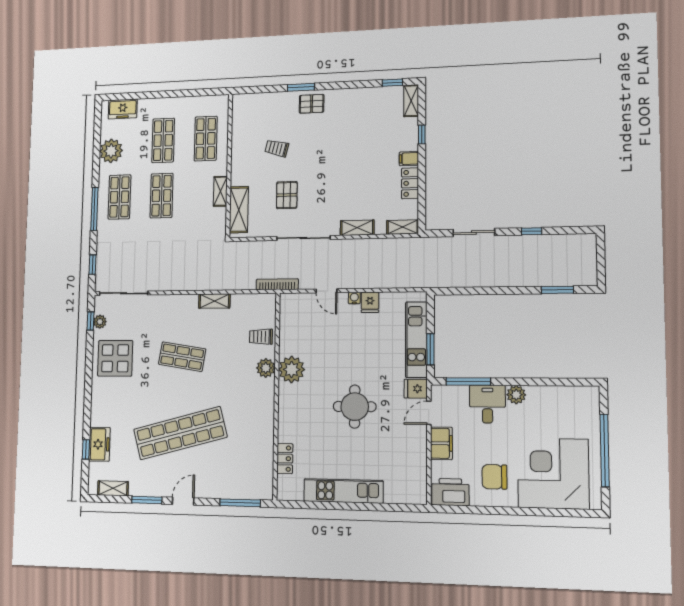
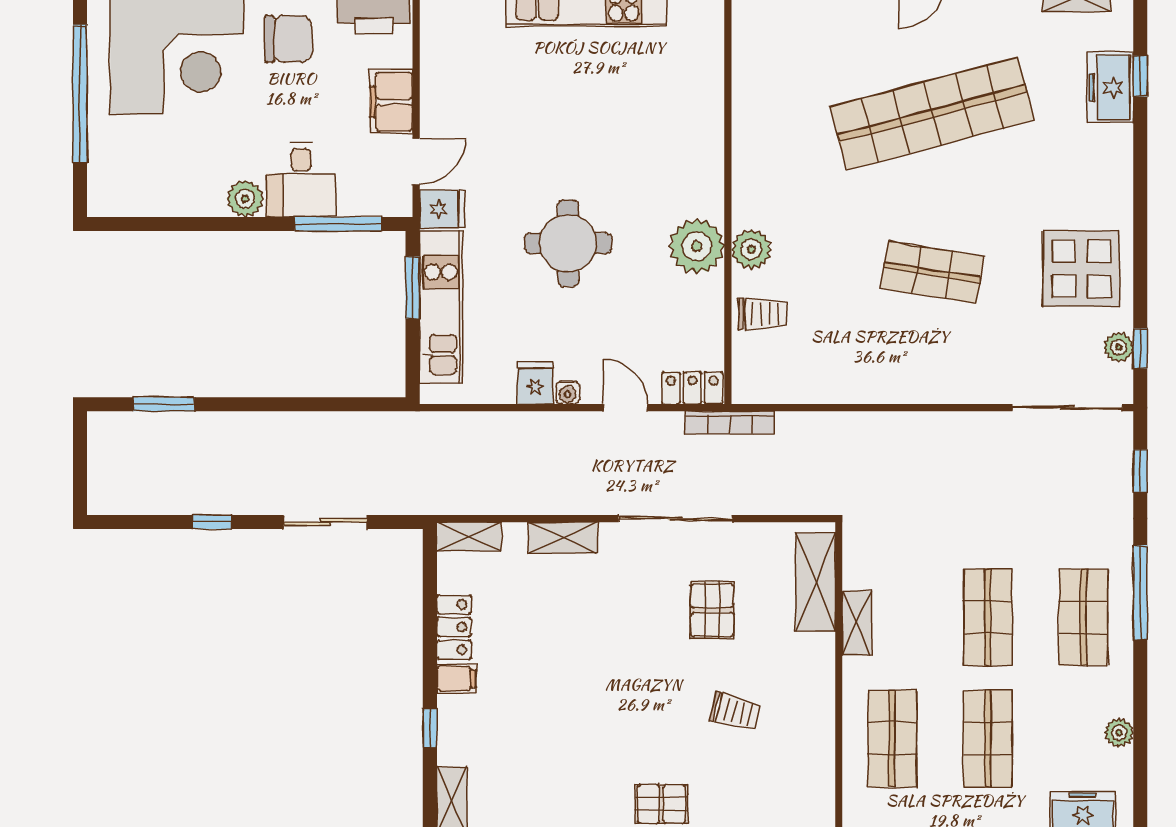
plant: (111, 151) -> (1119, 733), width x0.53, depth x0.53
shelving: (214, 301) -> (864, 389), removed
round table: (355, 407) -> (568, 243), moved
locker: (285, 459) -> (692, 388), moved, turned 90

